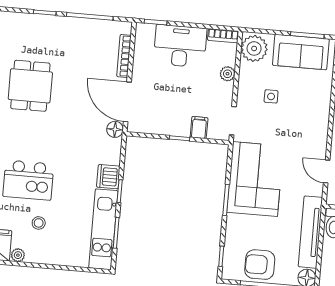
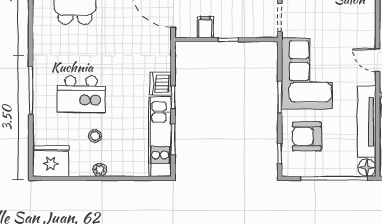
filing cabinet: (199, 128) -> (205, 27), moved
floor lamp: (115, 129) -> (163, 36), removed
plant: (18, 255) -> (100, 170), moved
armchair: (260, 265) -> (307, 136), moved

